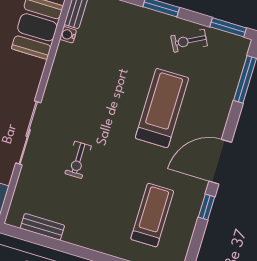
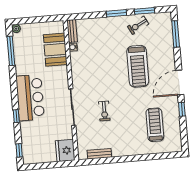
window: (228, 27) -> (144, 11), moved
treadmill: (162, 108) -> (138, 66), turned 180

